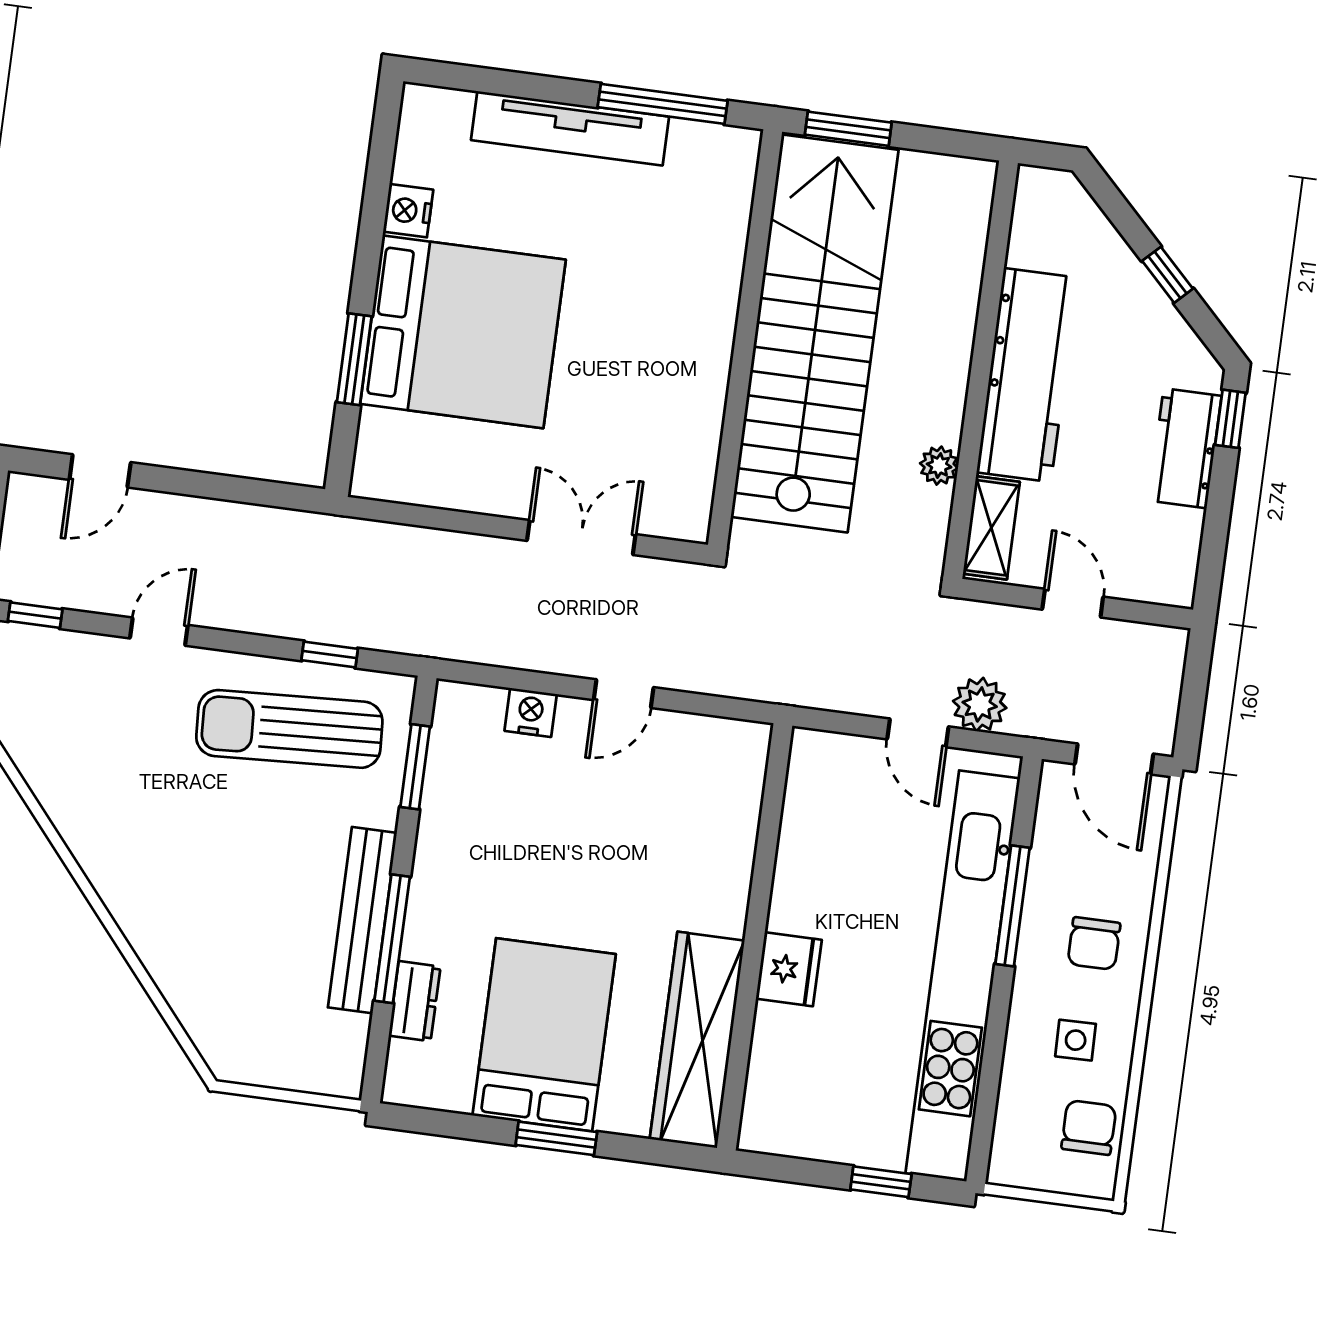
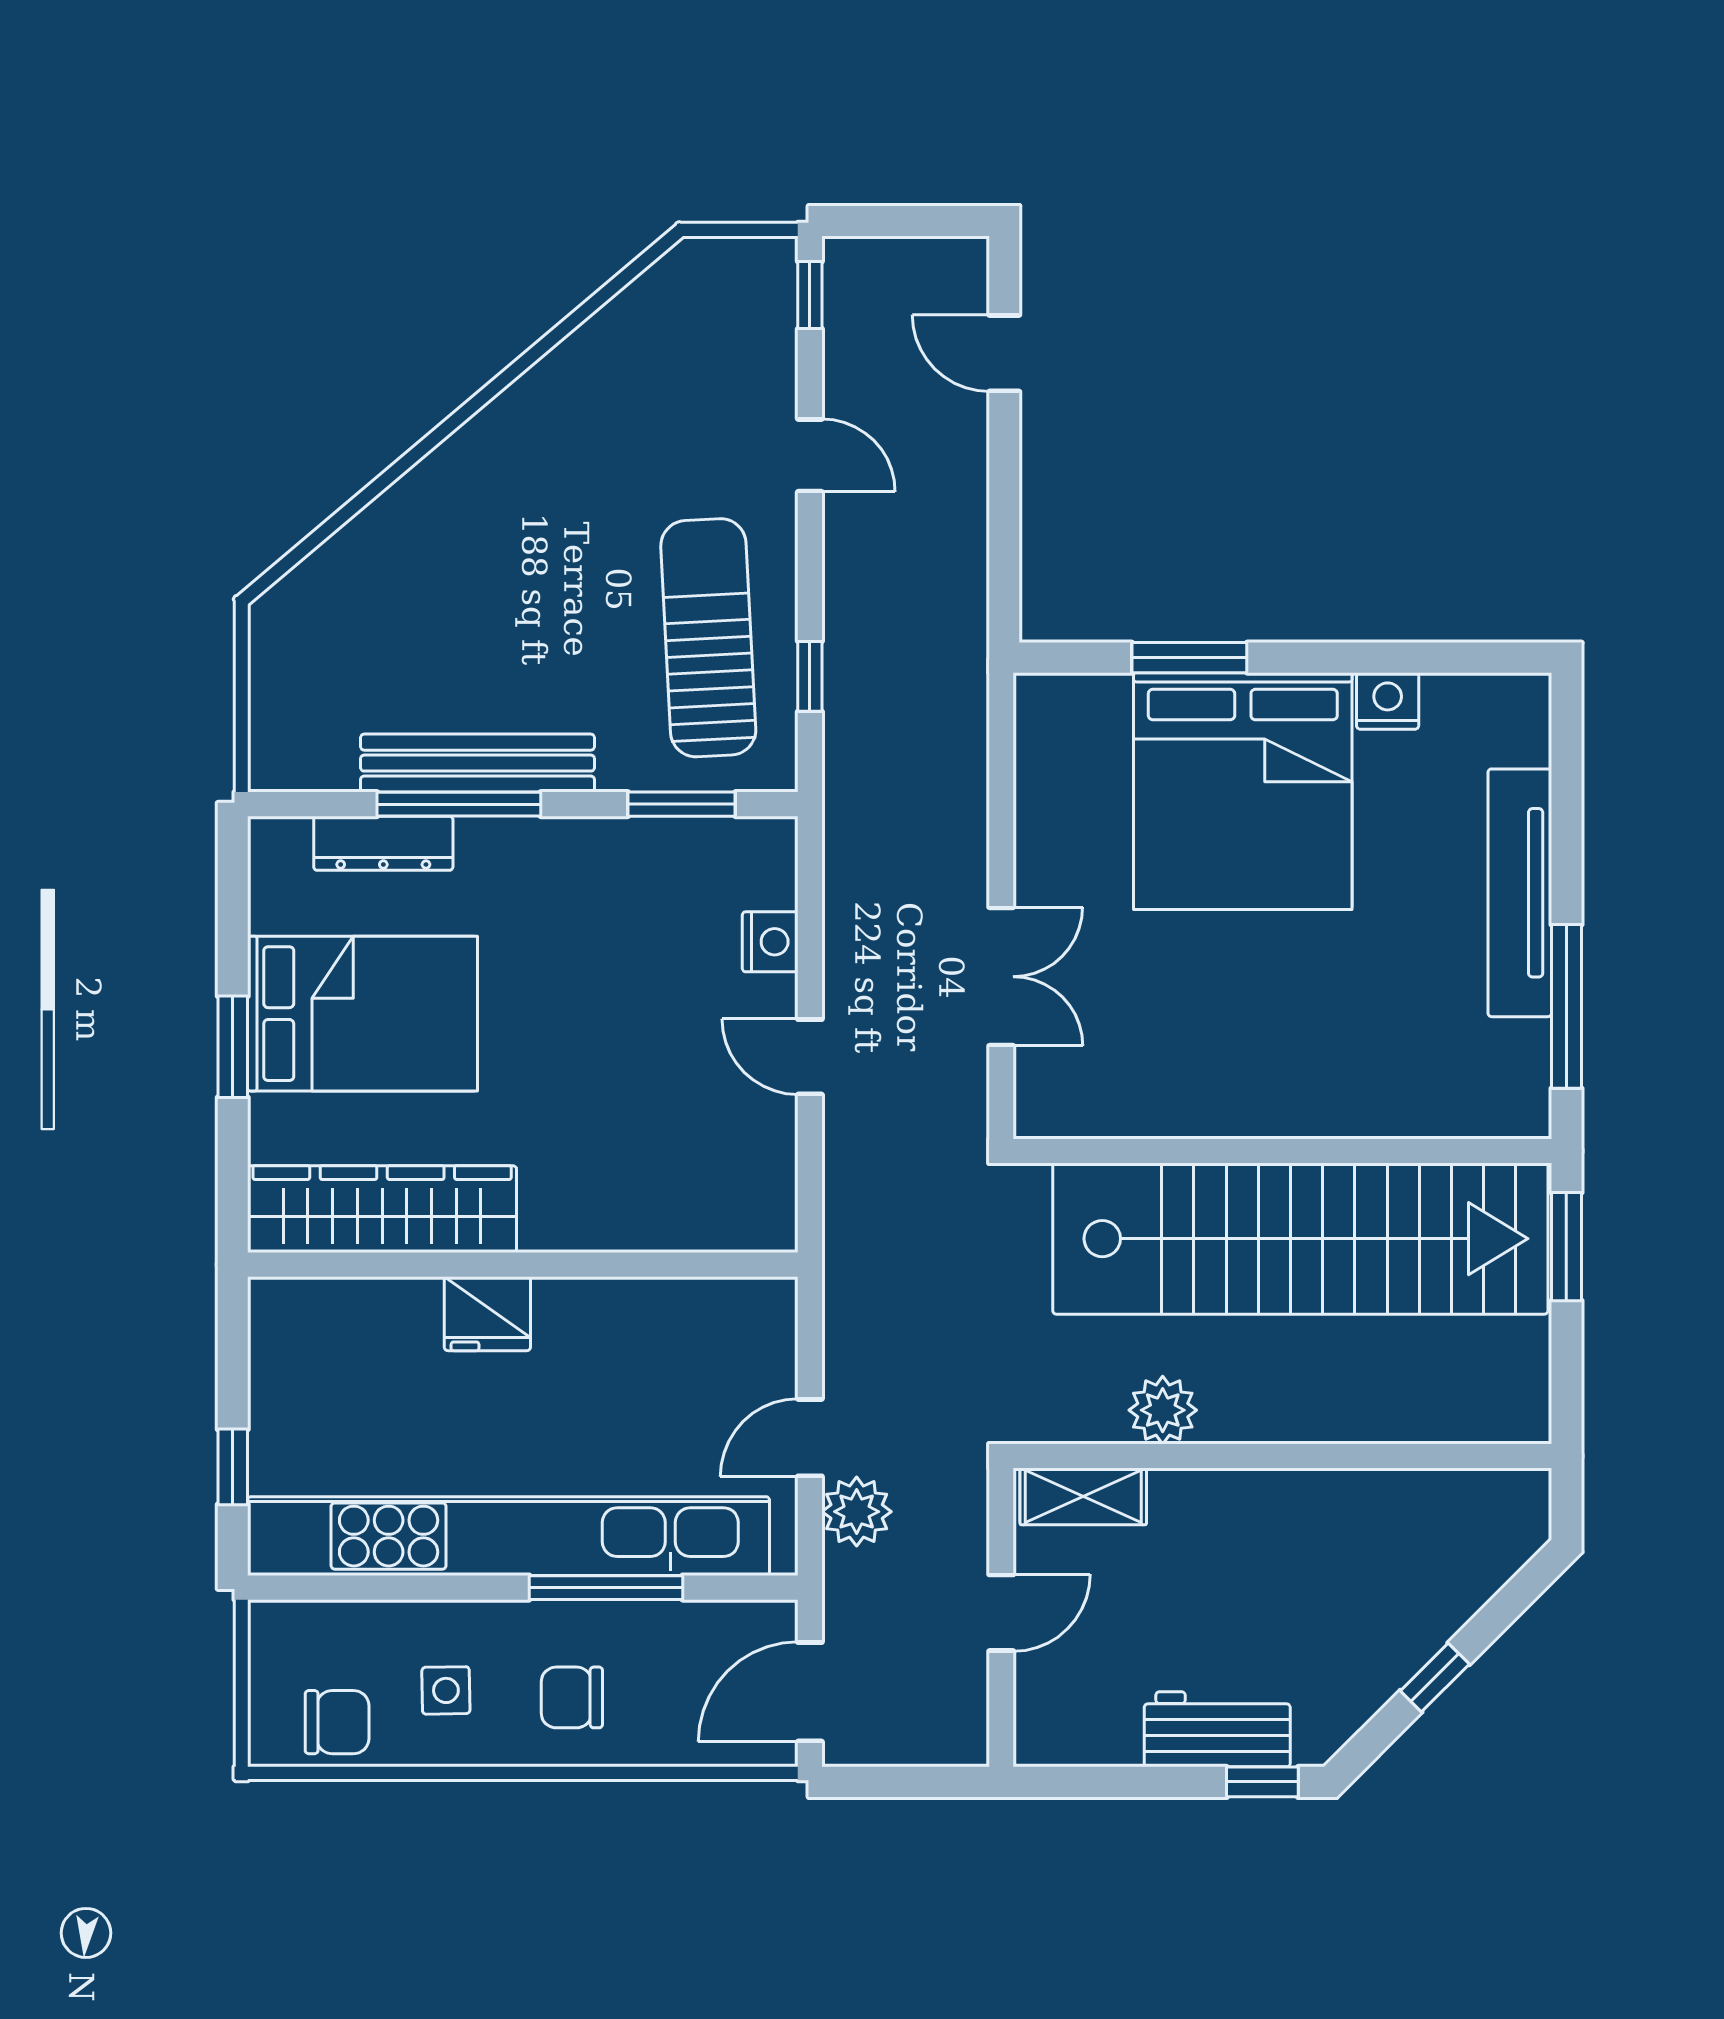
workbench: (1027, 375) -> (1284, 1516), removed
plant: (939, 466) -> (1163, 1410), width x1.38, depth x1.38
dresser: (415, 1001) -> (383, 843), width x1.44

